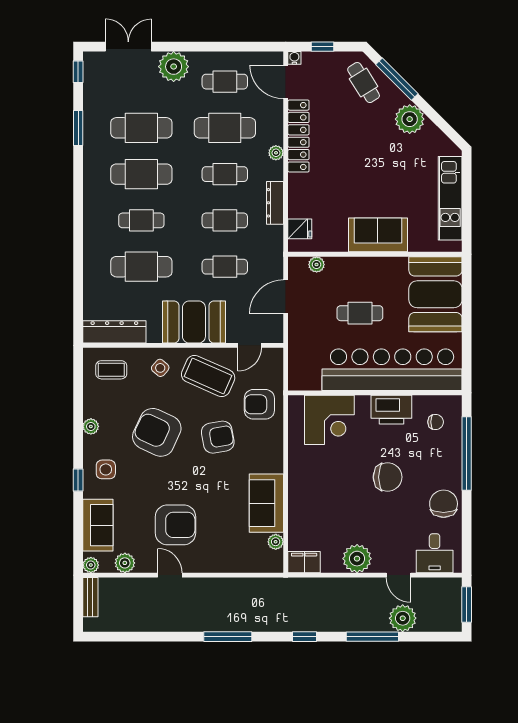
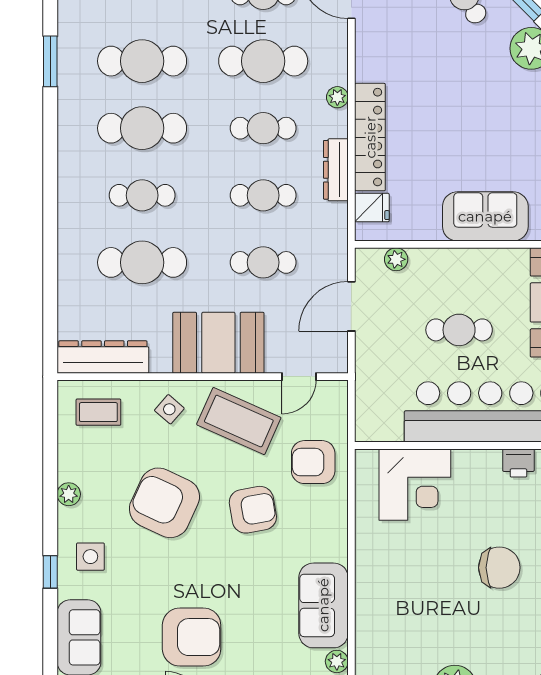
locker: (298, 136) -> (370, 137), moved
printer: (391, 410) -> (518, 463), width x0.53, depth x0.68

